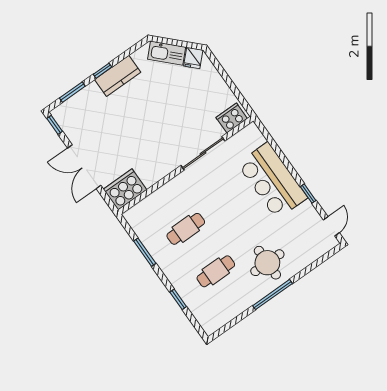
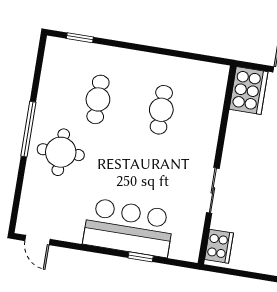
sliding door: (203, 153) -> (213, 190), width x0.73
window: (308, 194) -> (141, 257), moved
window: (145, 252) -> (176, 54), removed
window: (178, 299) -> (80, 38), moved

